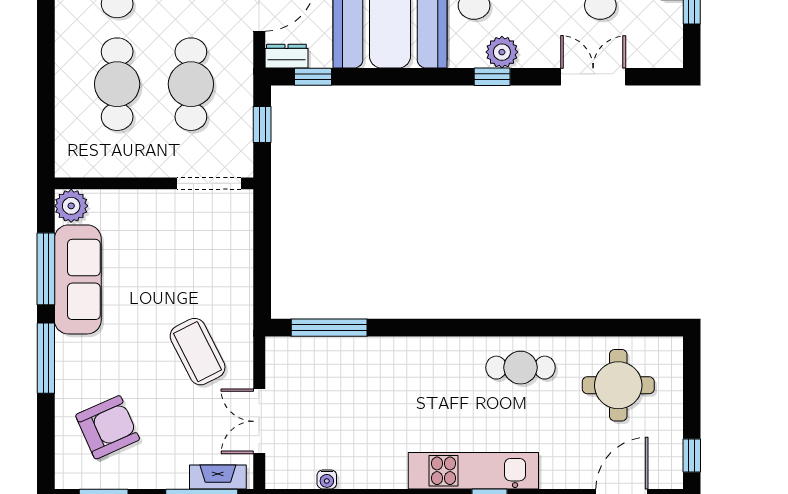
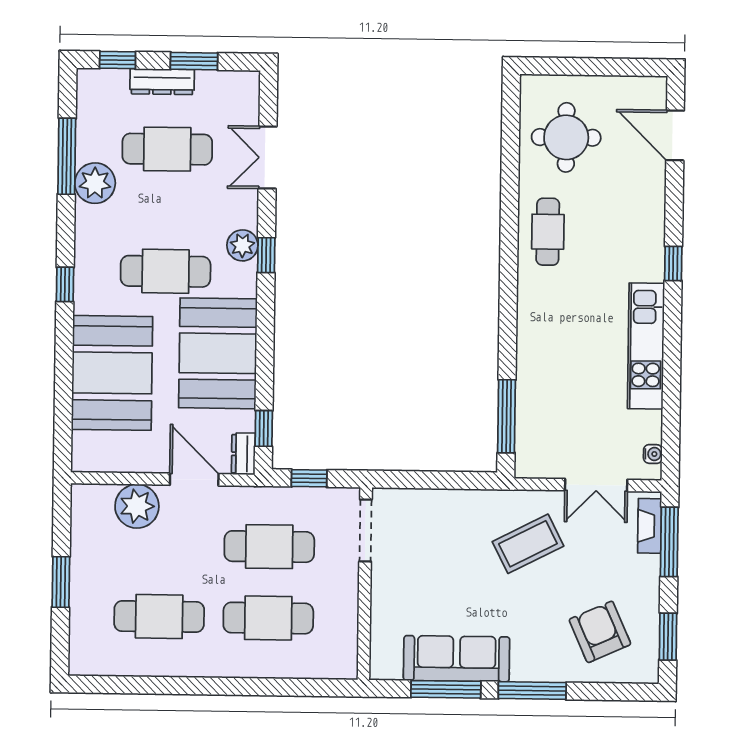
plant: (71, 206) -> (385, 664), removed
window: (692, 455) -> (635, 67), removed
kitchen unit: (473, 471) -> (646, 346), moved
water cooler: (327, 479) -> (653, 454), moved

